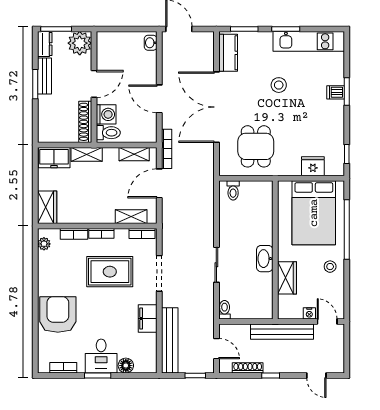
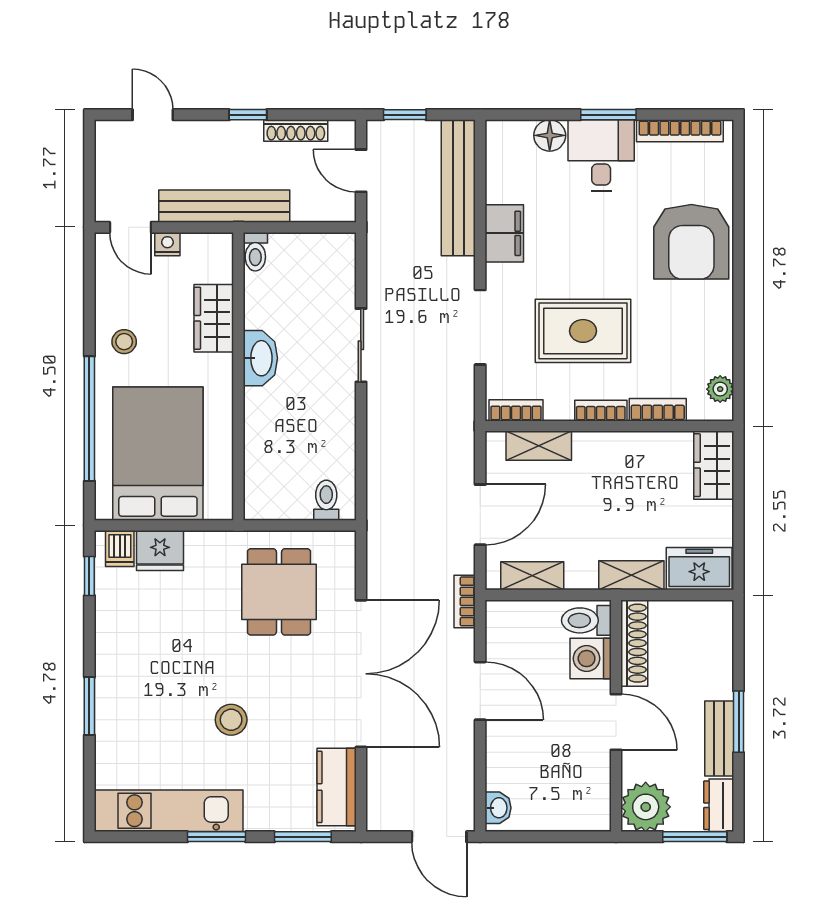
door: (94, 84) -> (616, 722), swing flipped
dishwasher: (336, 92) -> (120, 549), moved, turned 90
bookcase: (167, 149) -> (465, 601), width x0.64
toilet: (225, 310) -> (255, 252), moved
bookcase: (63, 368) -> (680, 131), width x1.56

